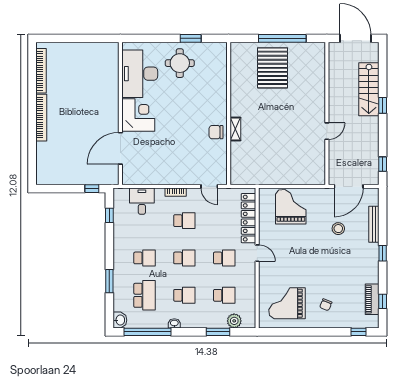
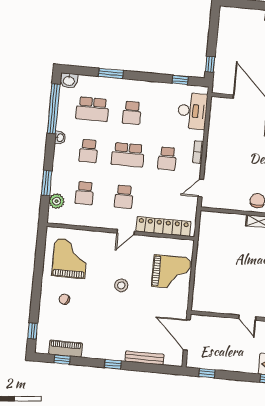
desk: (142, 201) -> (192, 111), width x1.37
stool: (338, 229) -> (121, 285), moved
school desk: (184, 258) -> (128, 155), width x1.85

